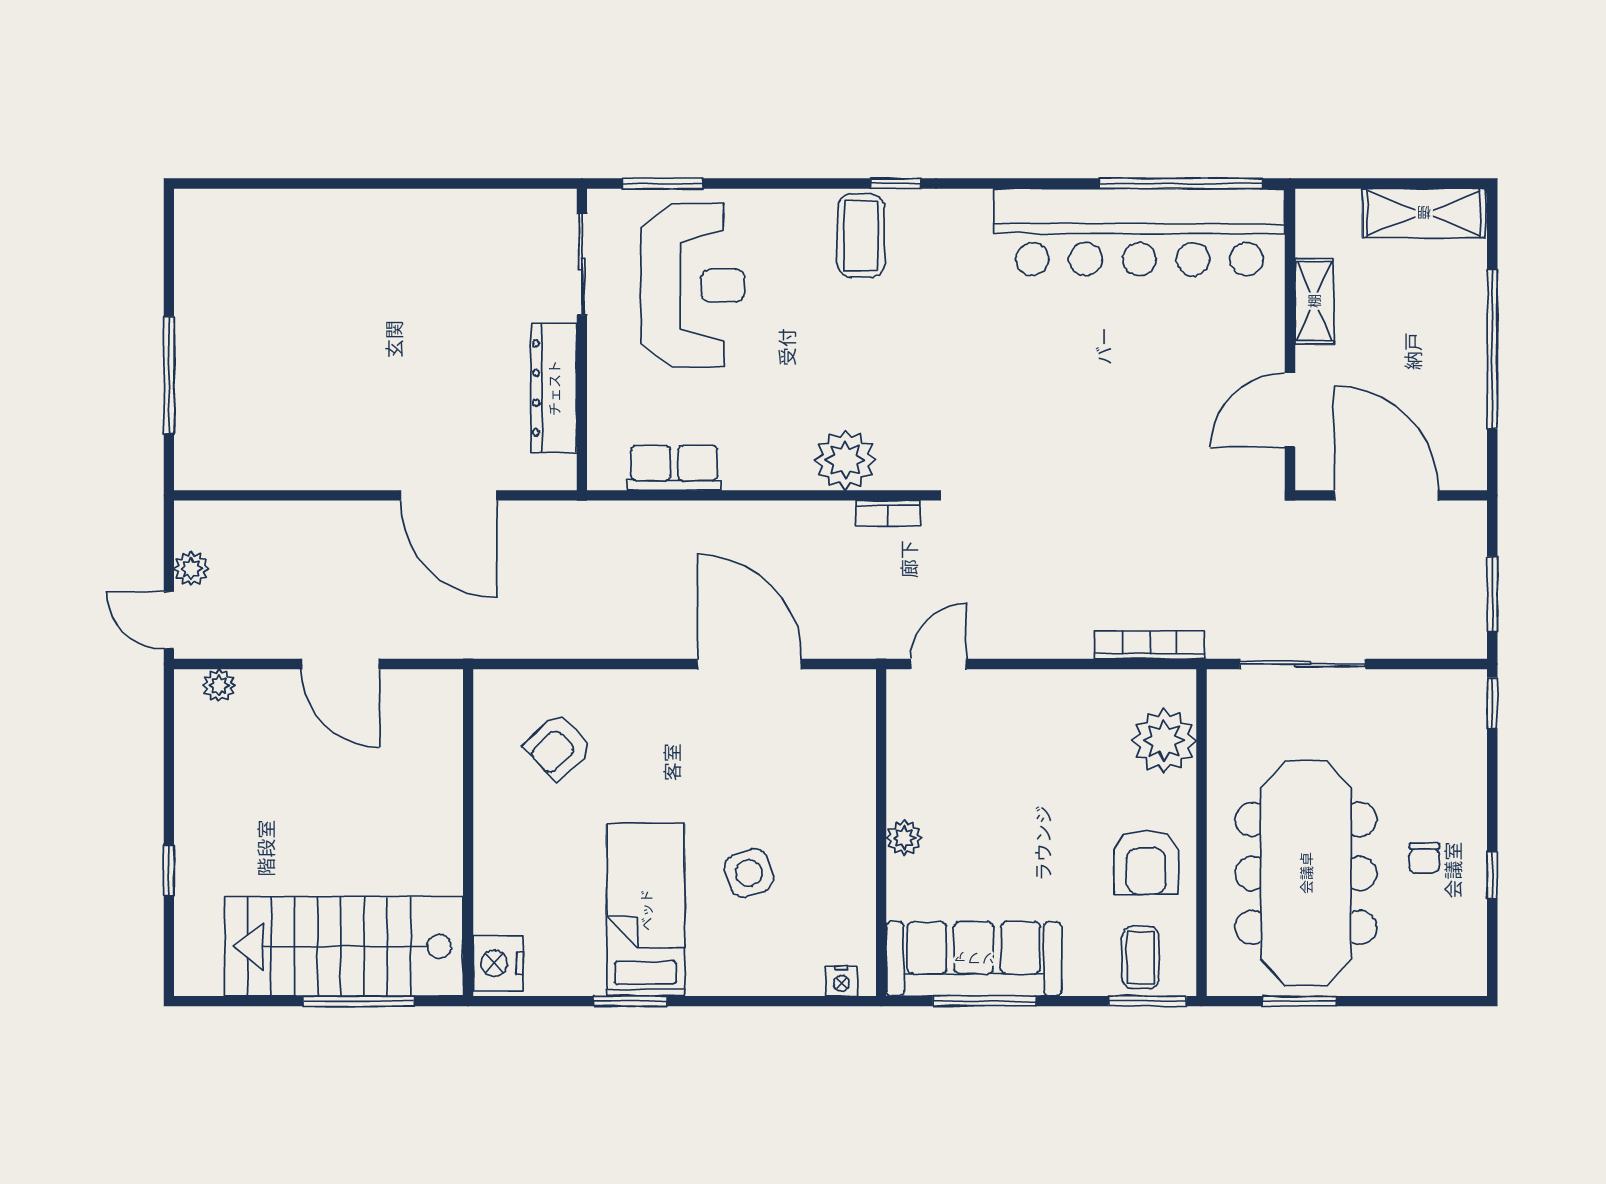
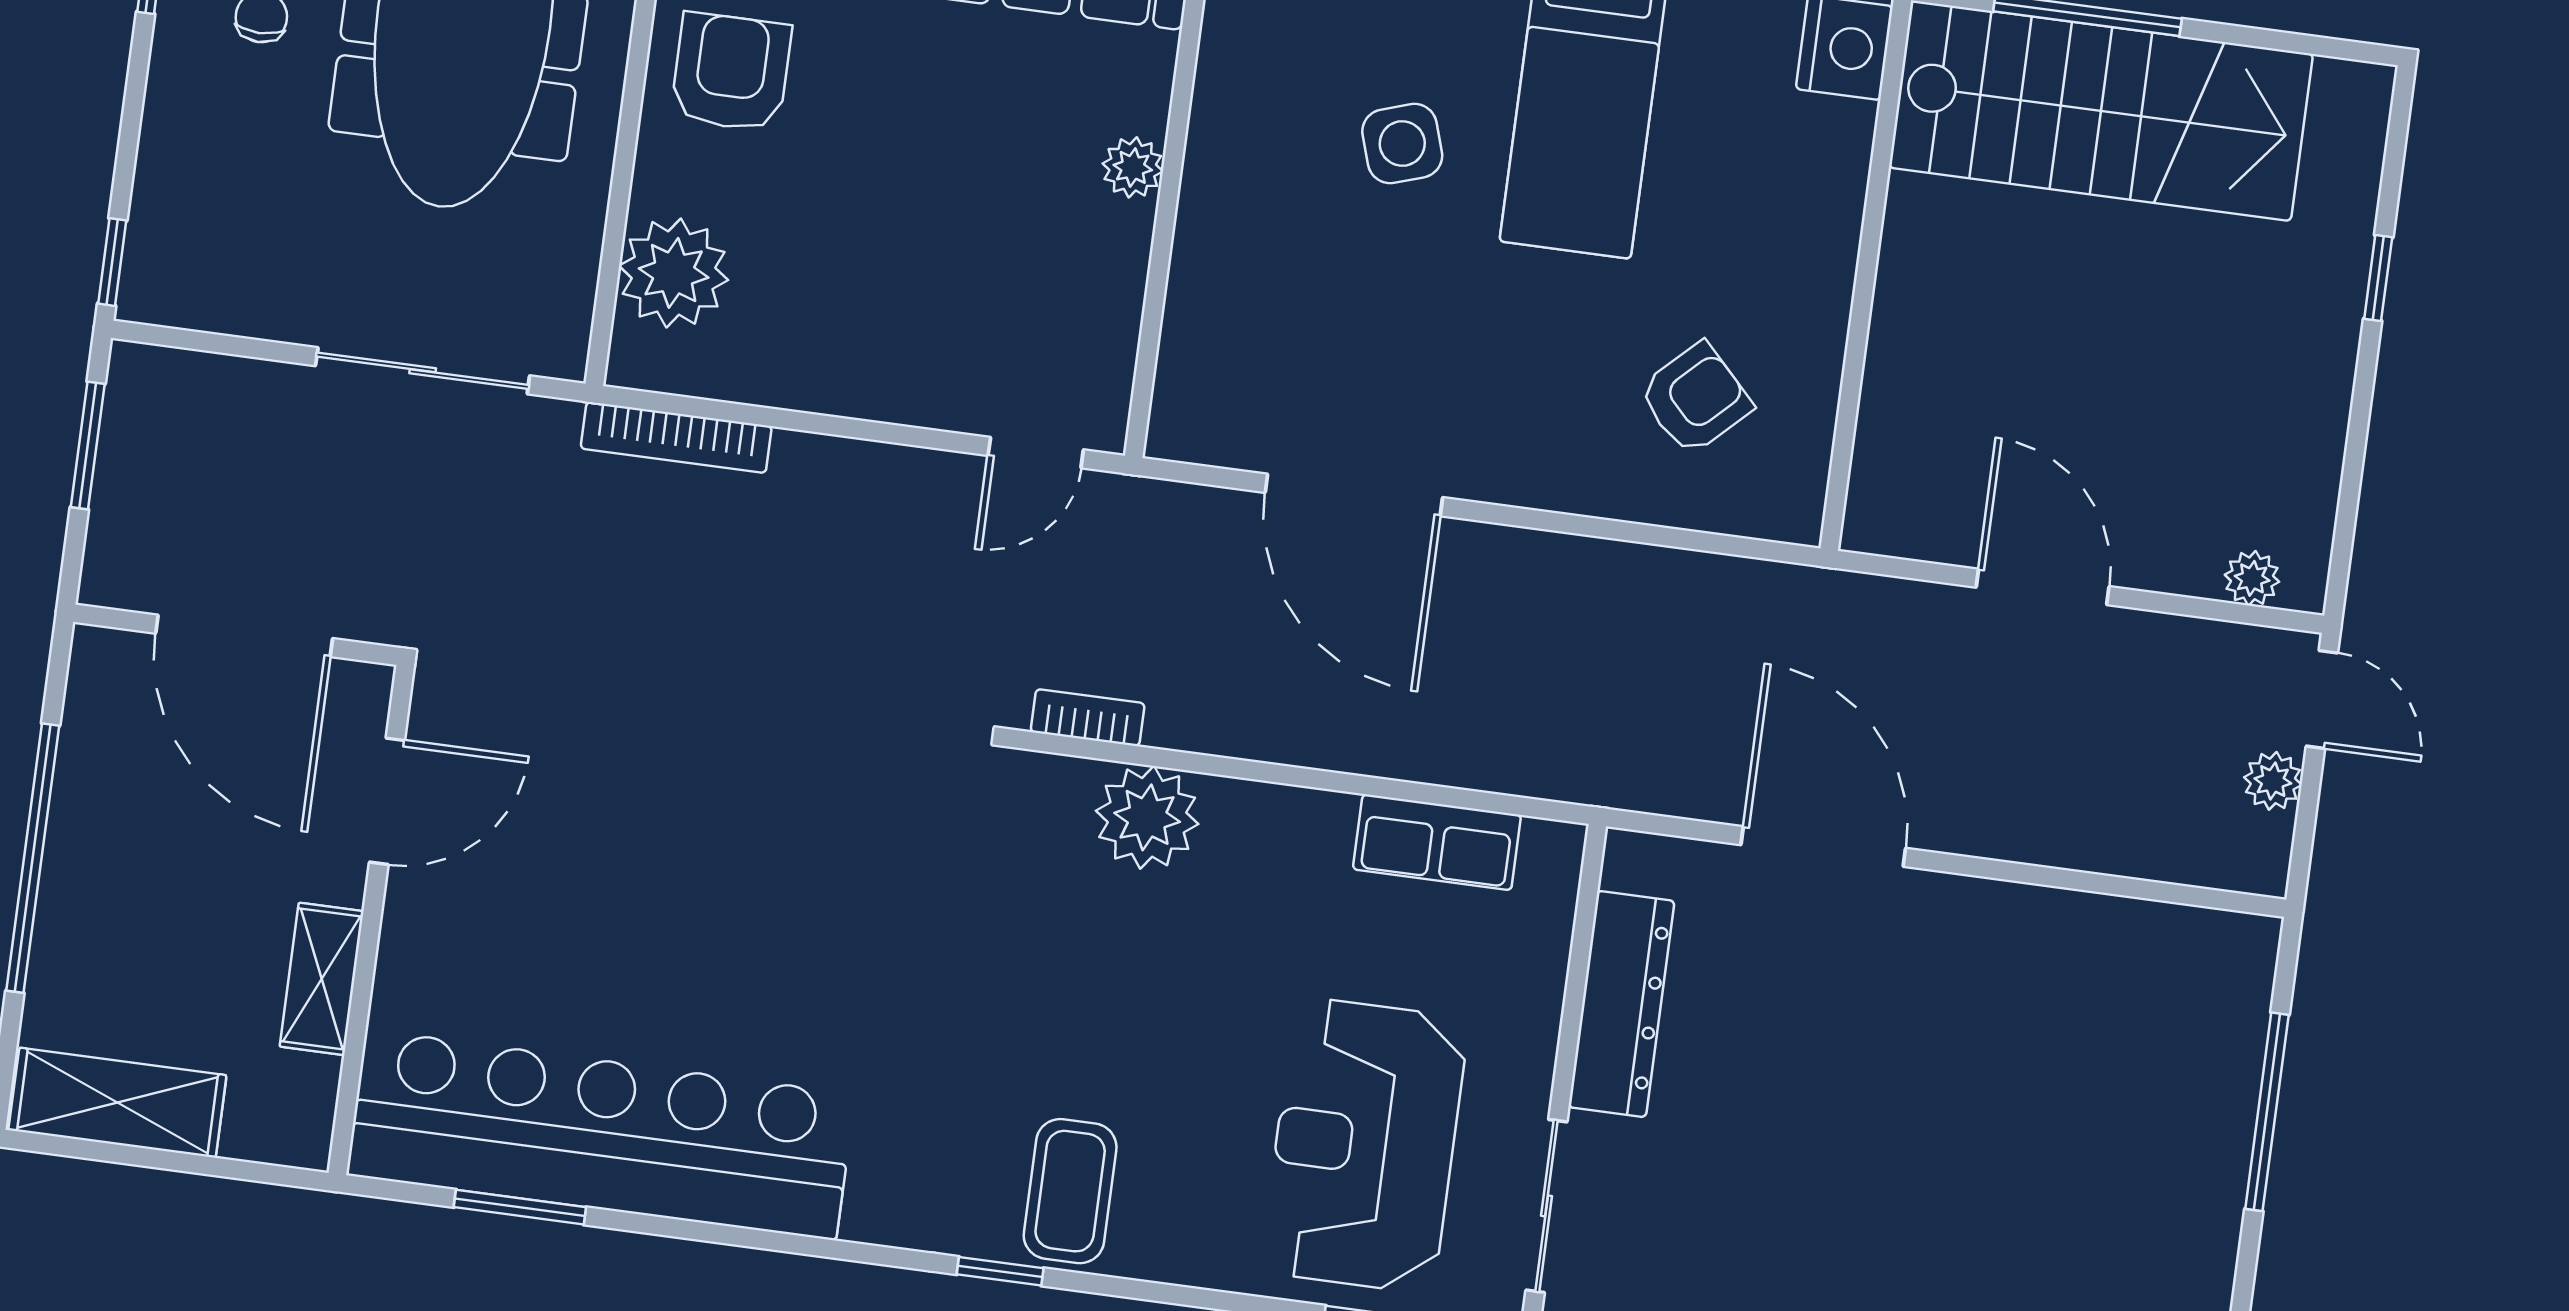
window: (1181, 184) -> (520, 1207), width x0.47

